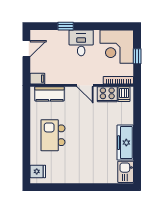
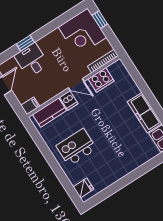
desk: (81, 43) -> (32, 60), moved
window: (137, 56) -> (100, 20), moved
dishwasher: (124, 94) -> (69, 100), moved
kitchen island: (53, 135) -> (76, 147), turned 90

